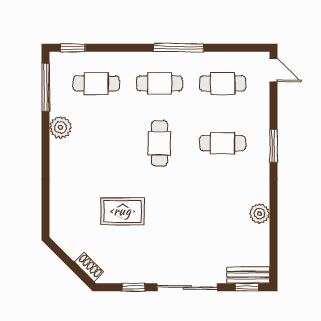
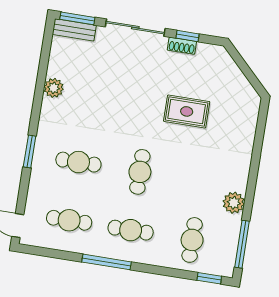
cafe table: (96, 83) -> (192, 240), turned 90
shoe rack: (89, 267) -> (182, 46), moved, turned -45
window: (247, 287) -> (77, 18), width x1.50

